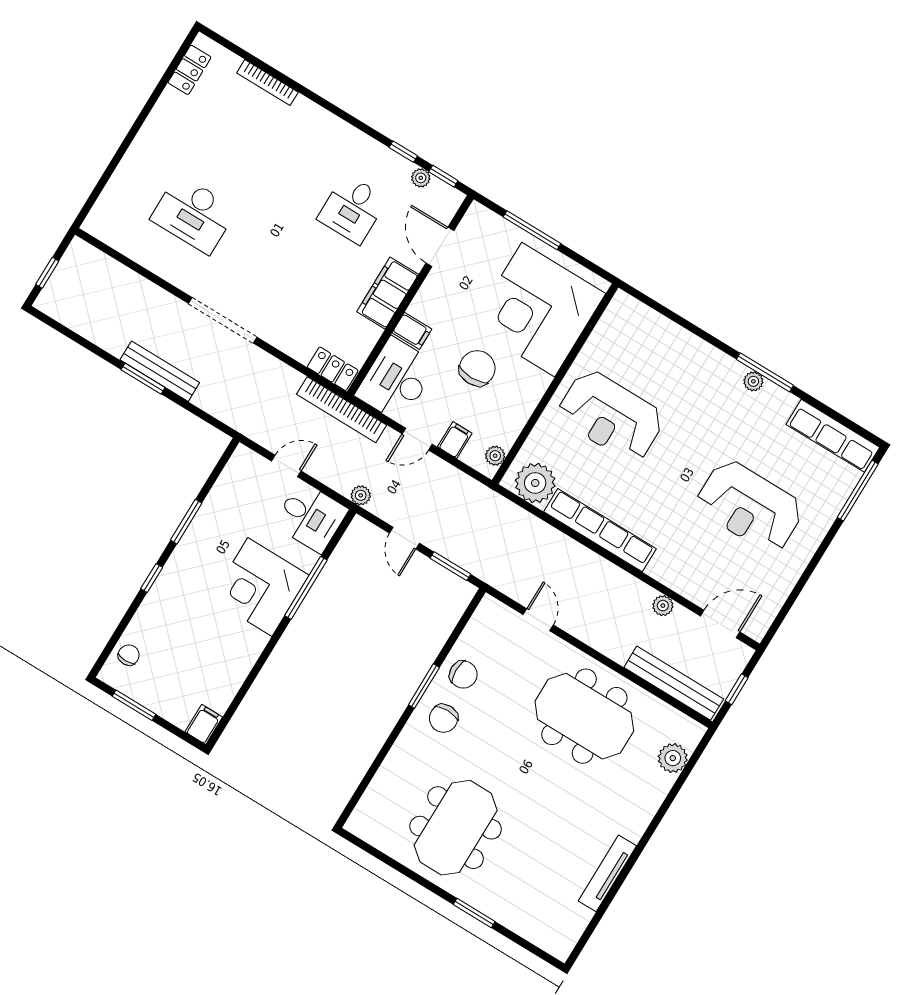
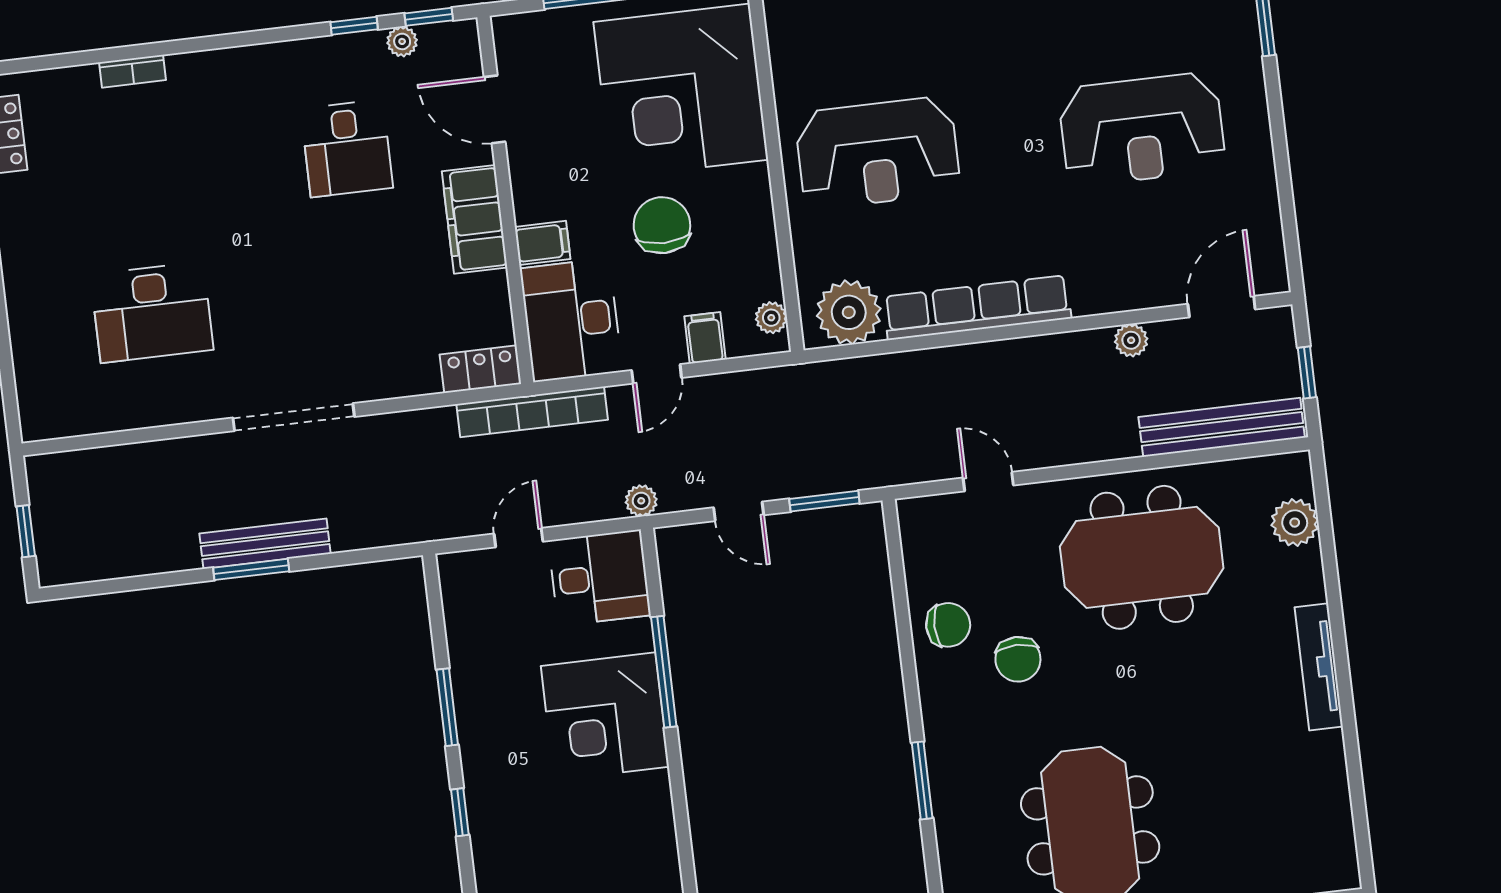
bookcase: (267, 83) -> (132, 71), width x0.64
window: (424, 686) -> (922, 780), moved
chair: (443, 718) -> (1018, 659), moved
tv unit: (607, 873) -> (1319, 667), moved

